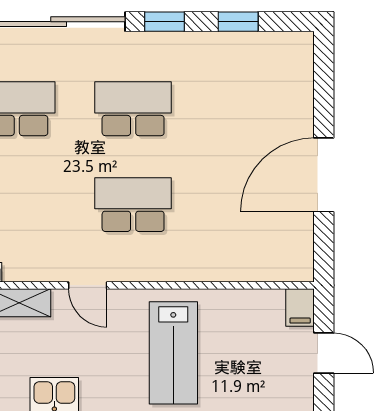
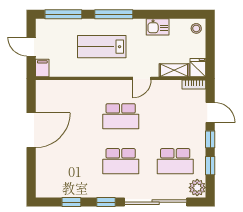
door: (88, 285) -> (142, 78), swing flipped
lab bench: (173, 353) -> (102, 47), turned -90

